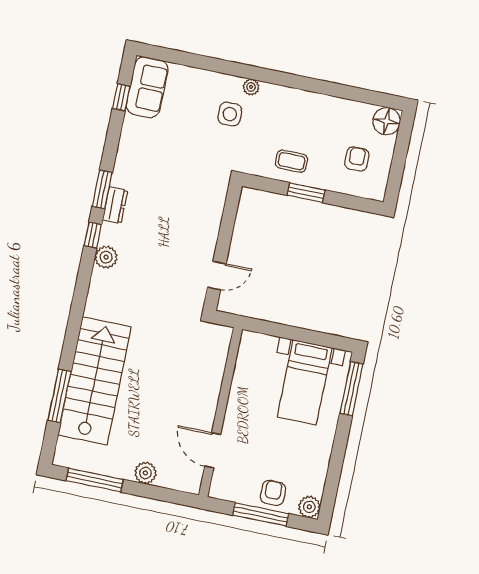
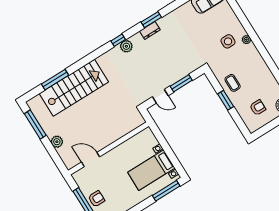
window: (226, 231) -> (181, 83), added
window: (93, 235) -> (118, 40), moved
door: (213, 450) -> (91, 159), hinge flipped

